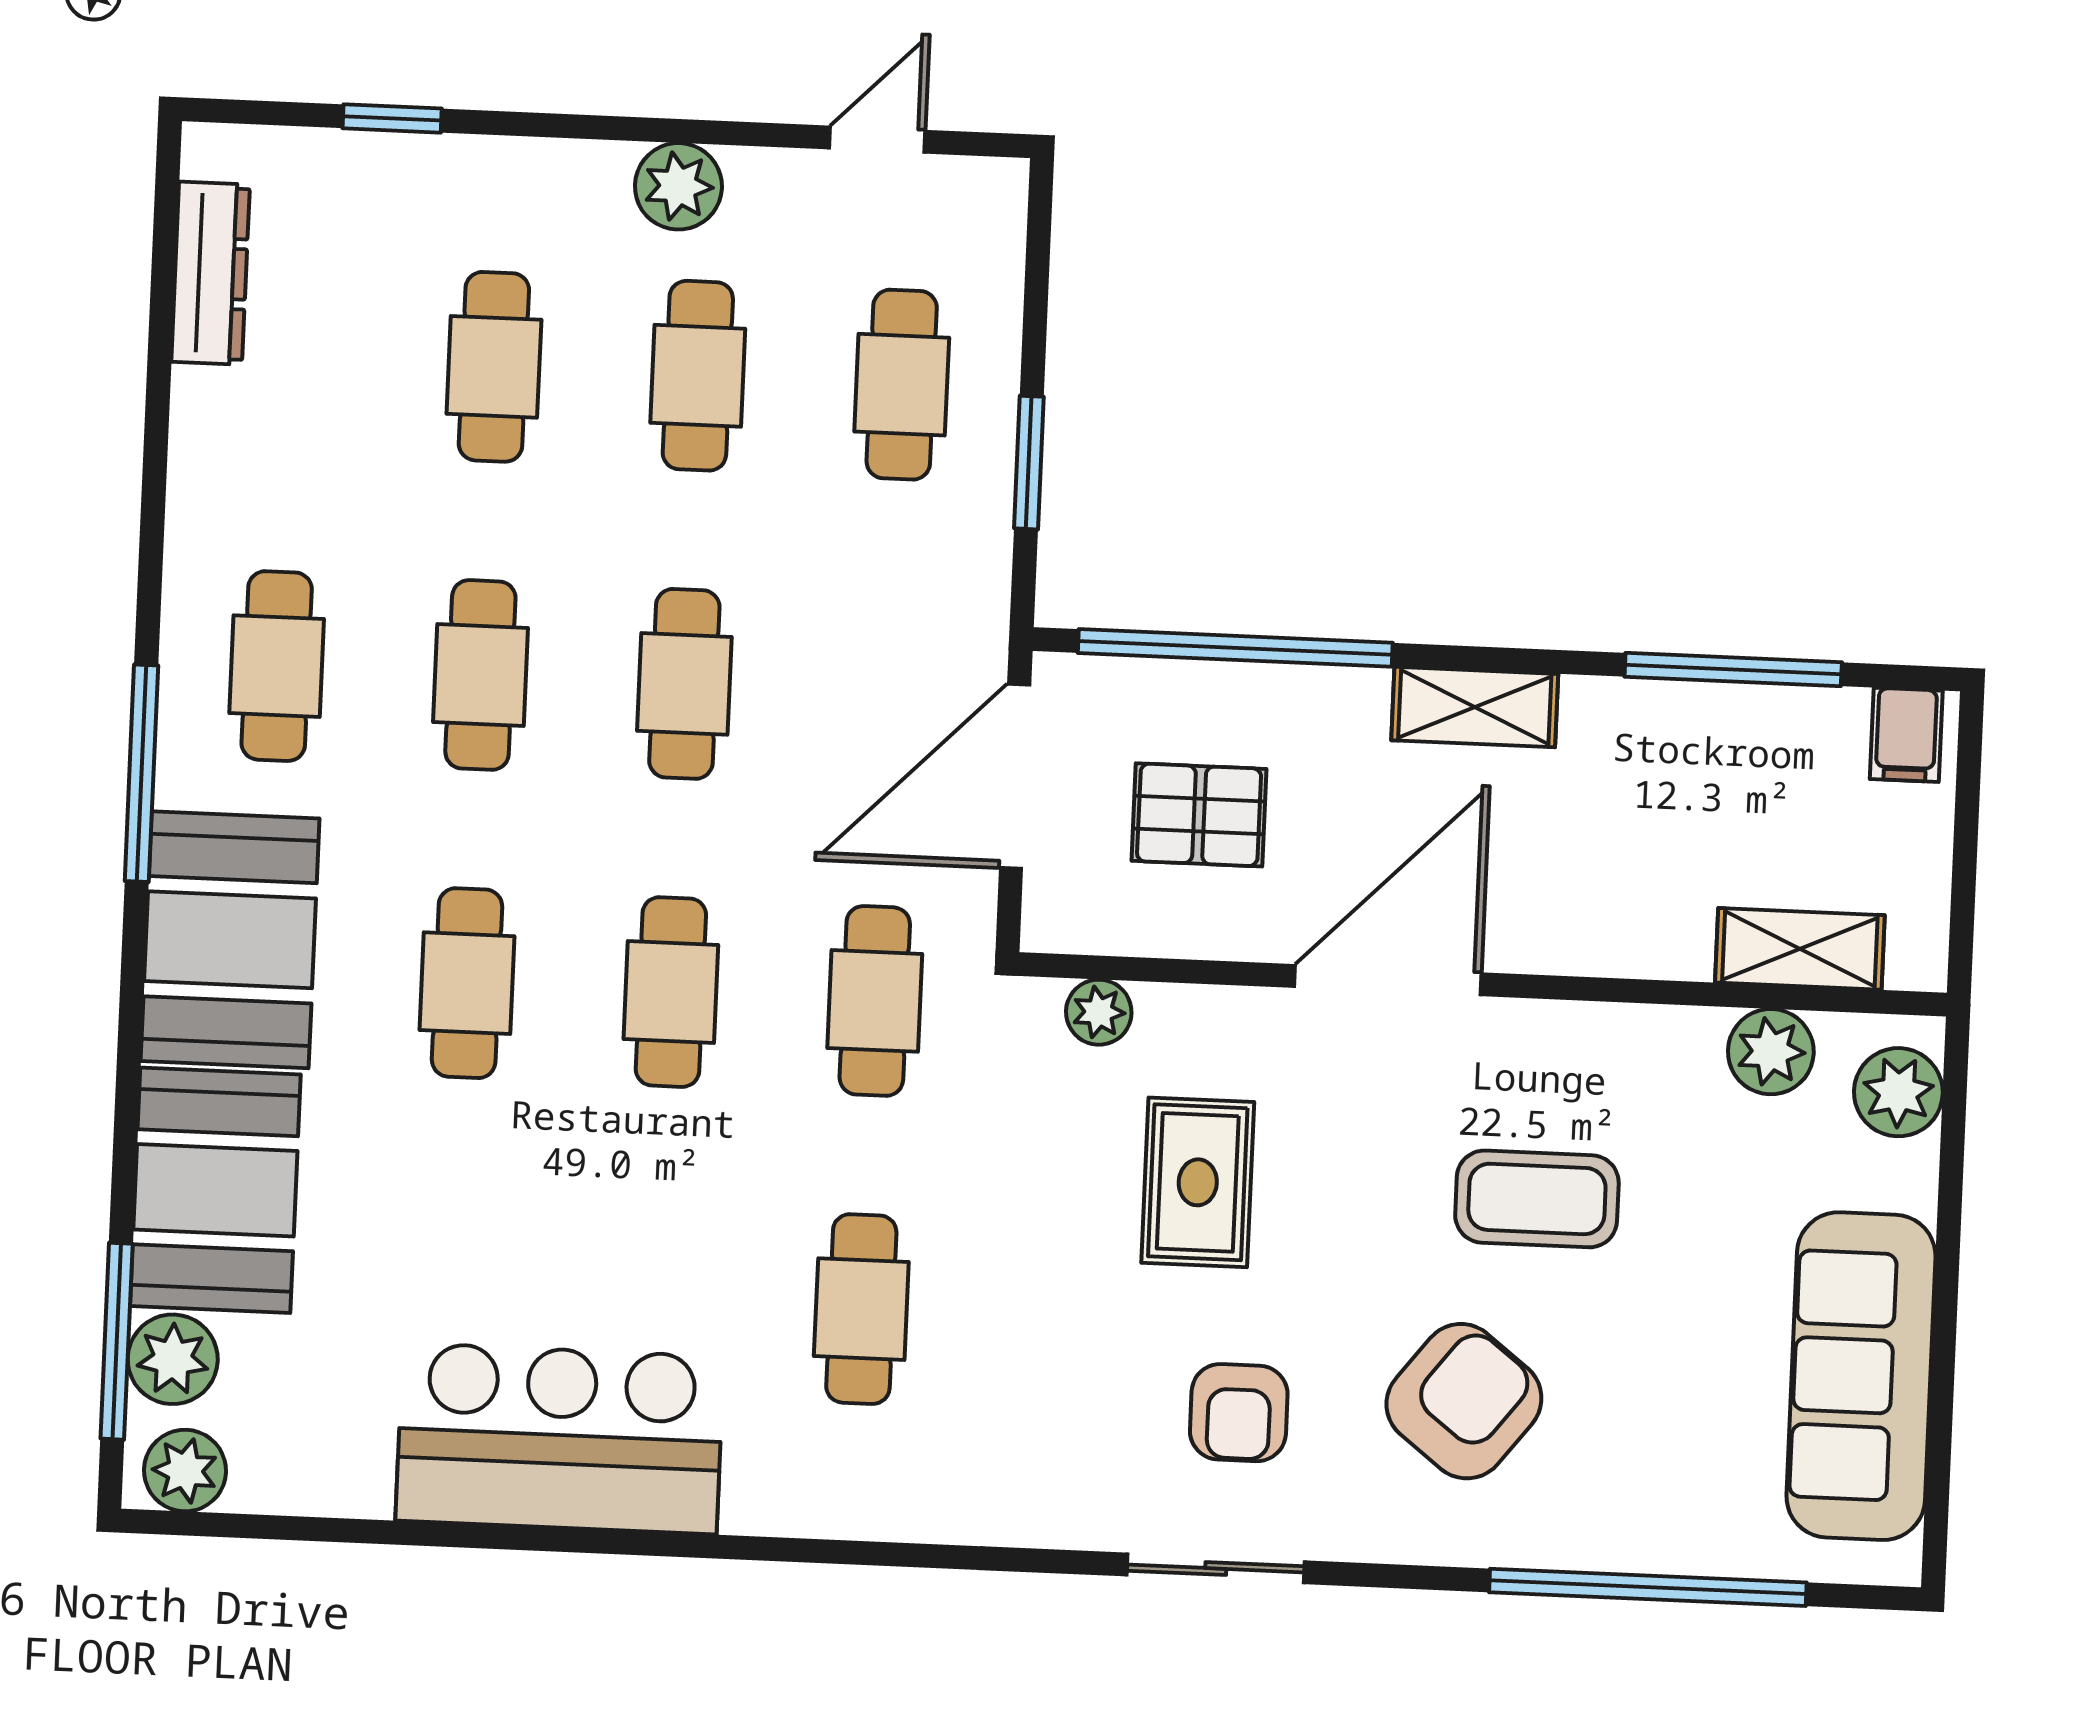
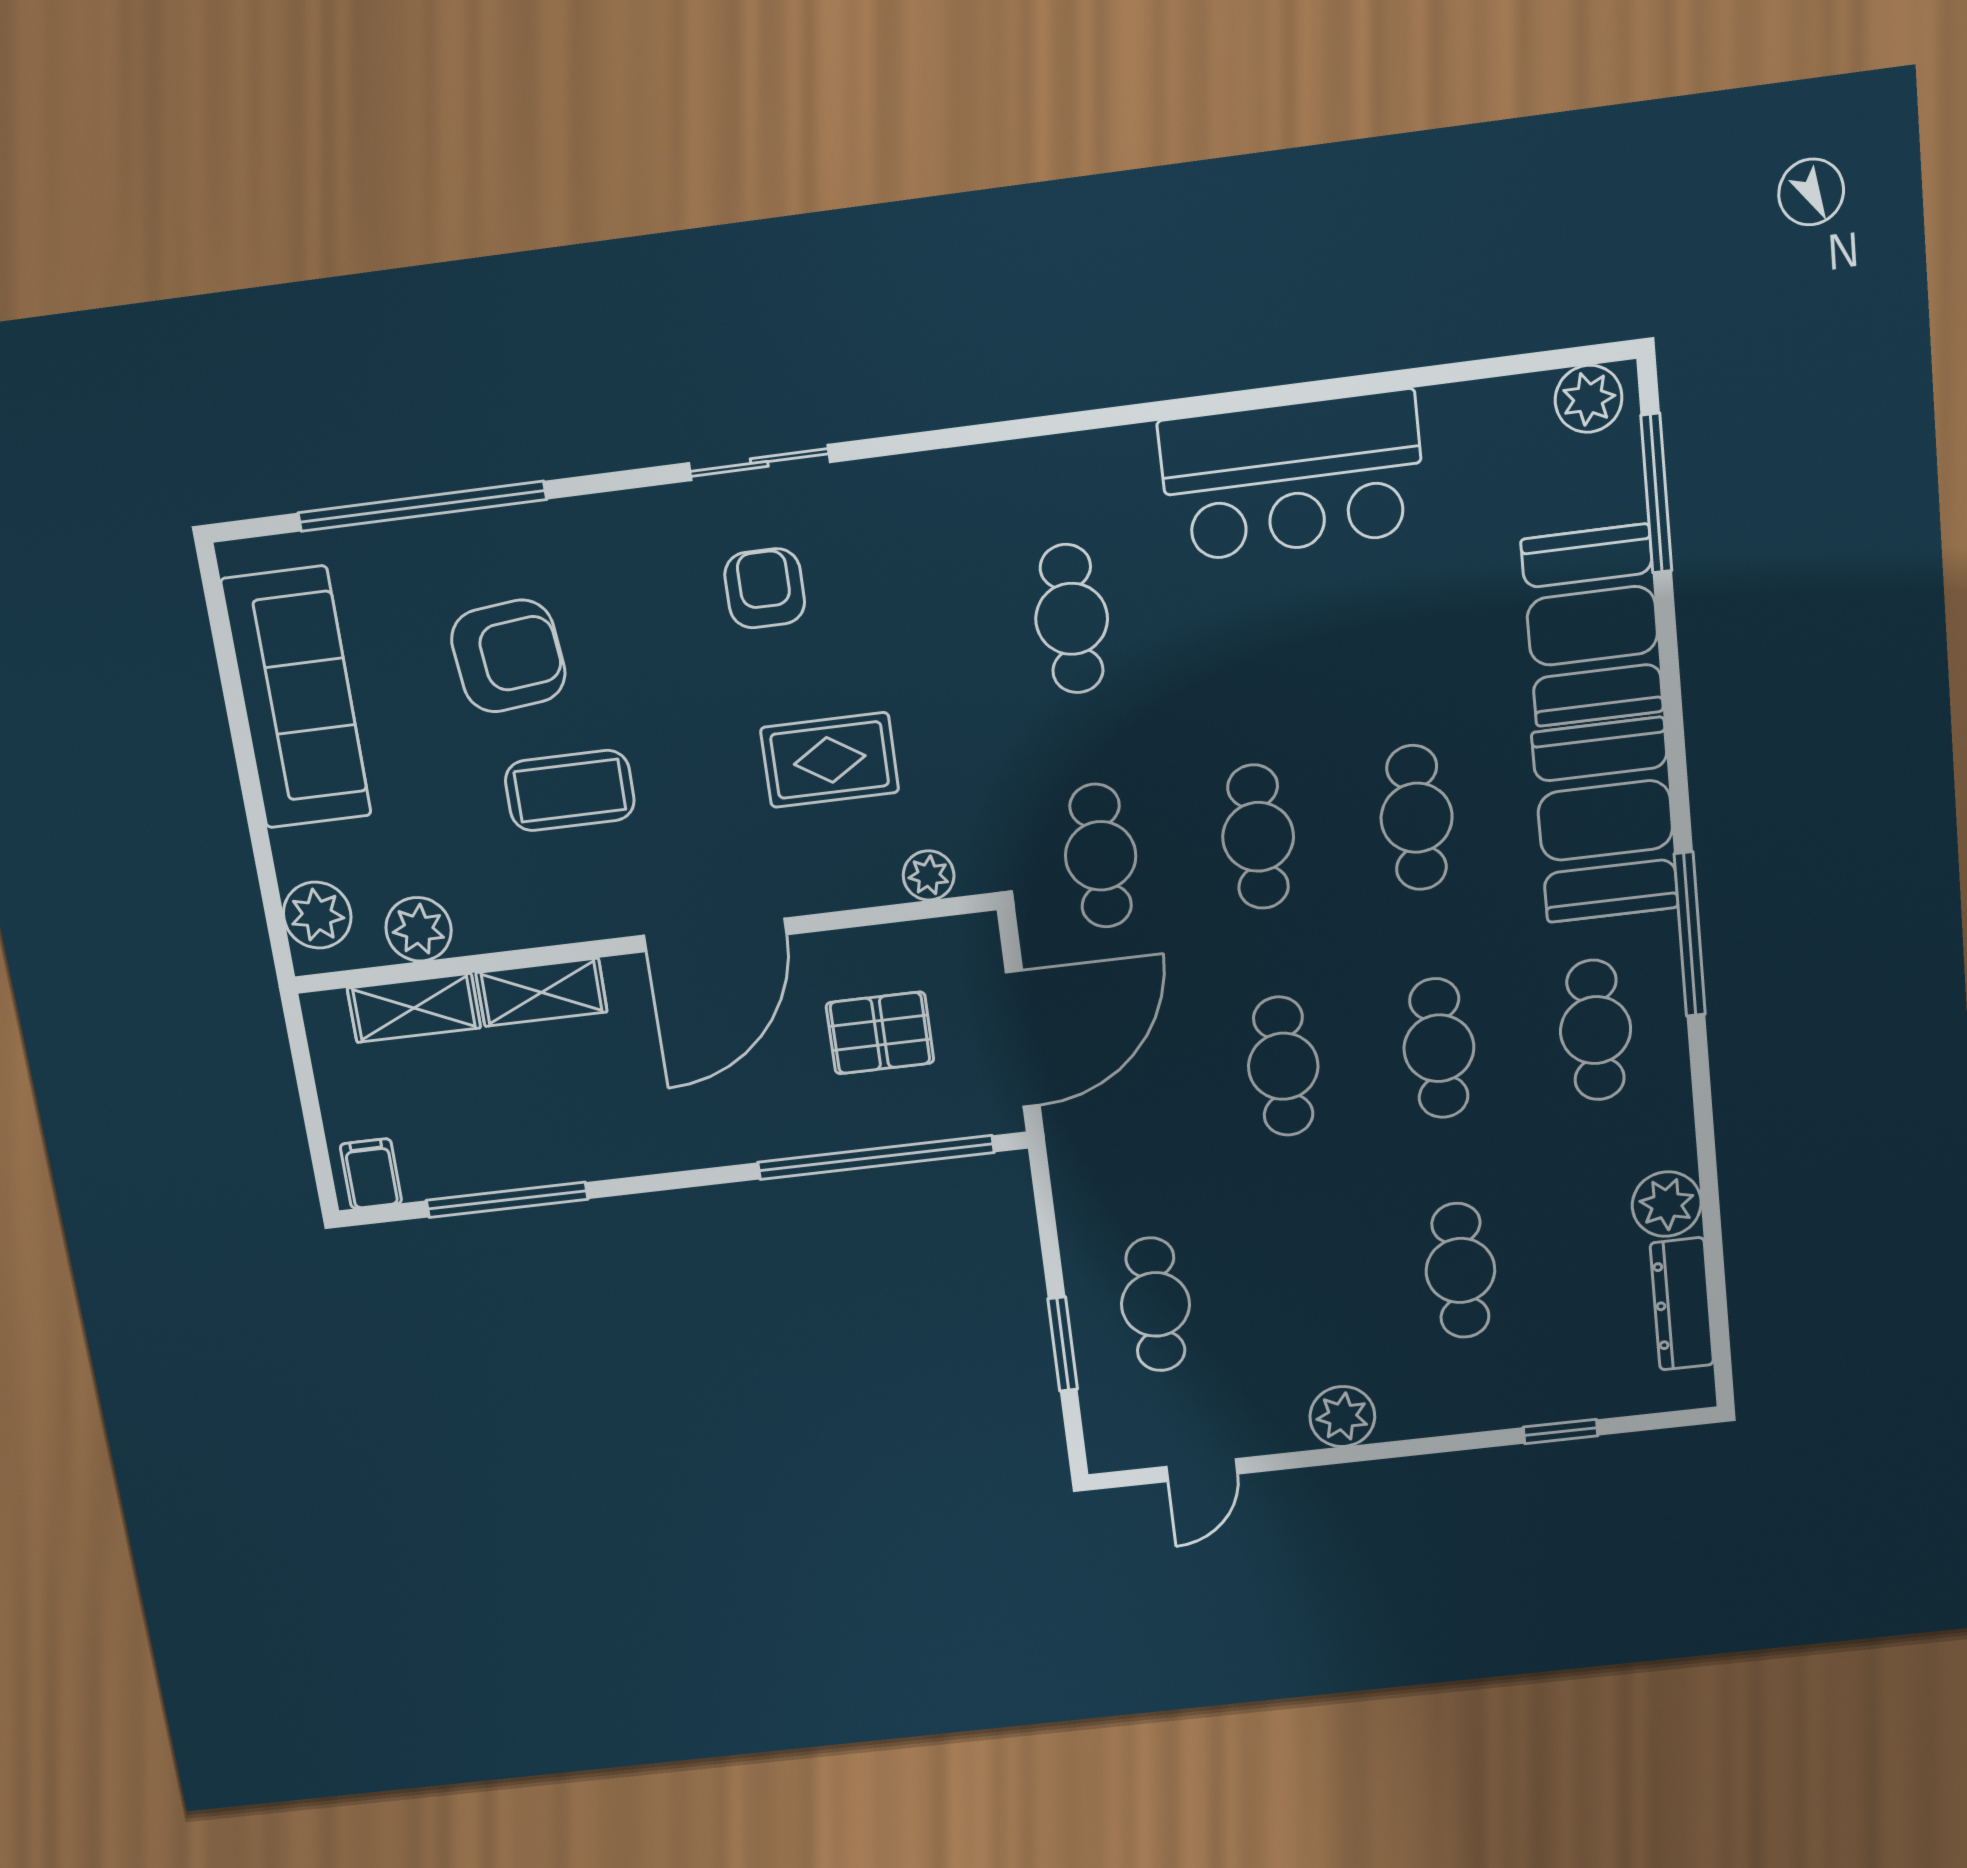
cafe table: (698, 376) -> (1308, 1287), removed
window: (1029, 463) -> (1063, 1344), moved
shelving: (1475, 707) -> (542, 992), moved
rug: (1198, 1182) -> (830, 760), turned 90
plant: (173, 1359) -> (1667, 1204), moved
armchair: (1464, 1401) -> (508, 656), moved, turned -134

